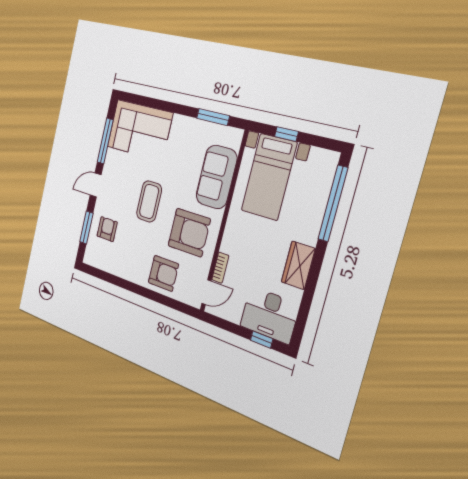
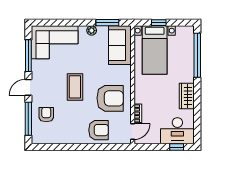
plant: (189, 124) -> (92, 31), added
sofa: (216, 177) -> (120, 45), moved
window: (86, 228) -> (28, 119), width x1.44

